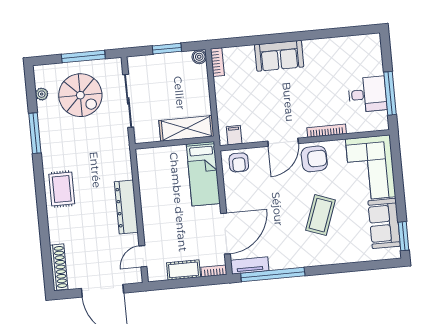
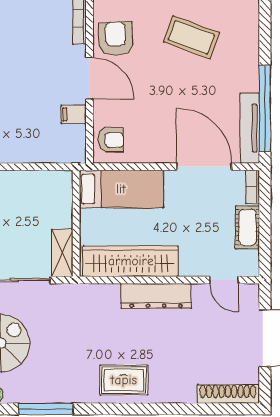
shelving: (186, 128) -> (62, 253), moved, width x0.67, depth x0.75
filing cabinet: (234, 135) -> (74, 114), moved
wardrobe: (150, 186) -> (131, 261), added
tv unit: (250, 265) -> (250, 128), width x1.41

